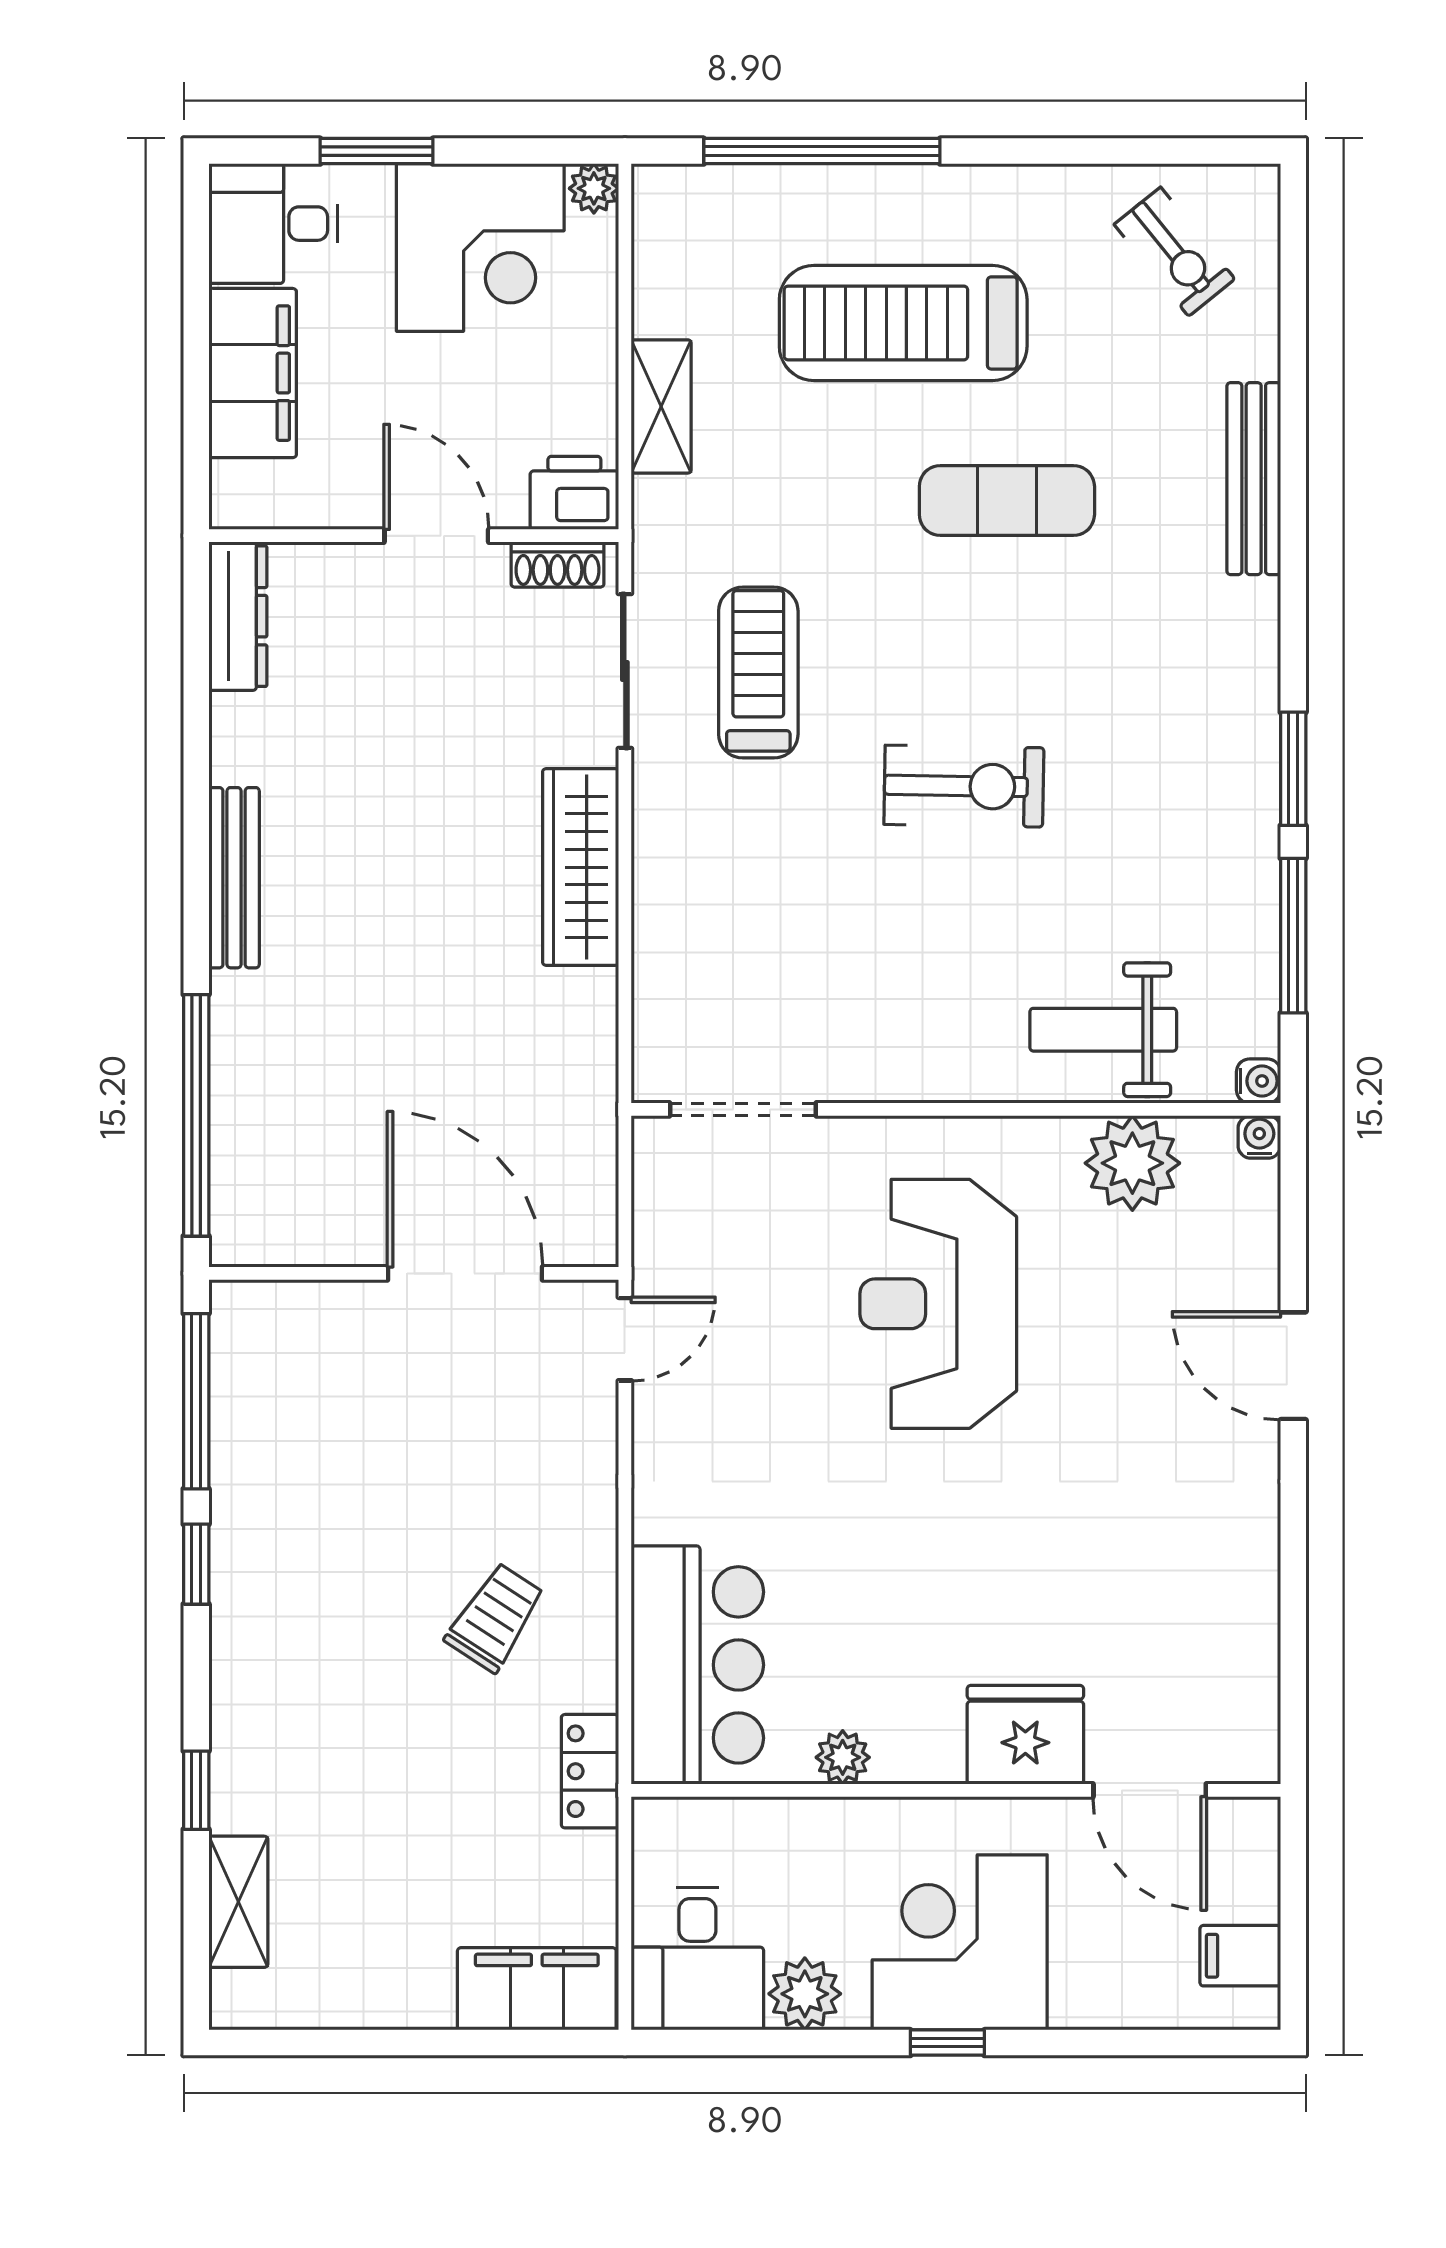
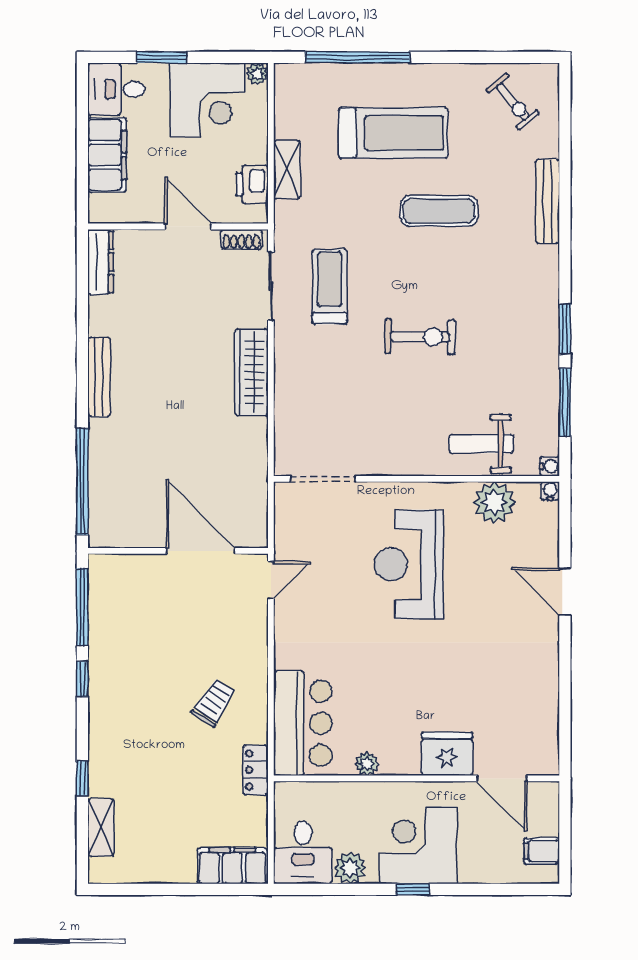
treadmill: (903, 323) -> (393, 133), turned 180
printer: (574, 493) -> (252, 184), moved, turned -90

